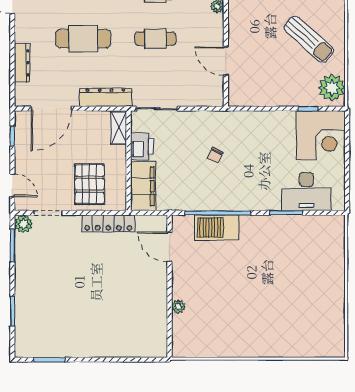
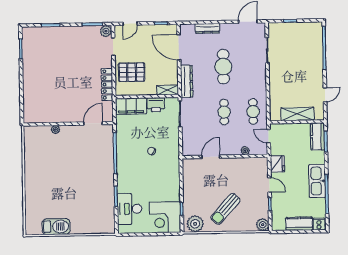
barbecue: (217, 228) -> (56, 227), moved, turned 90

